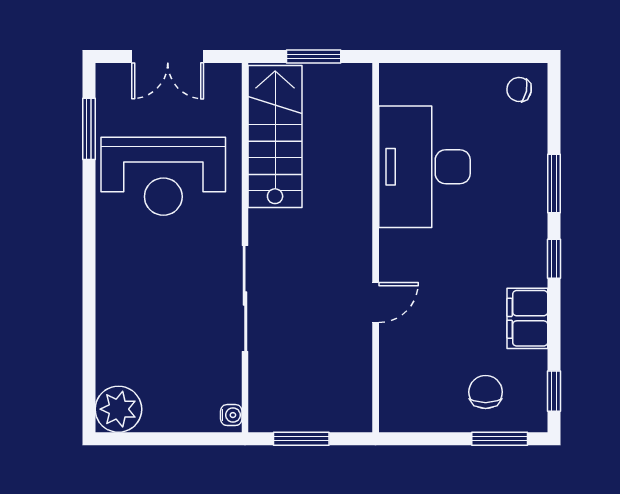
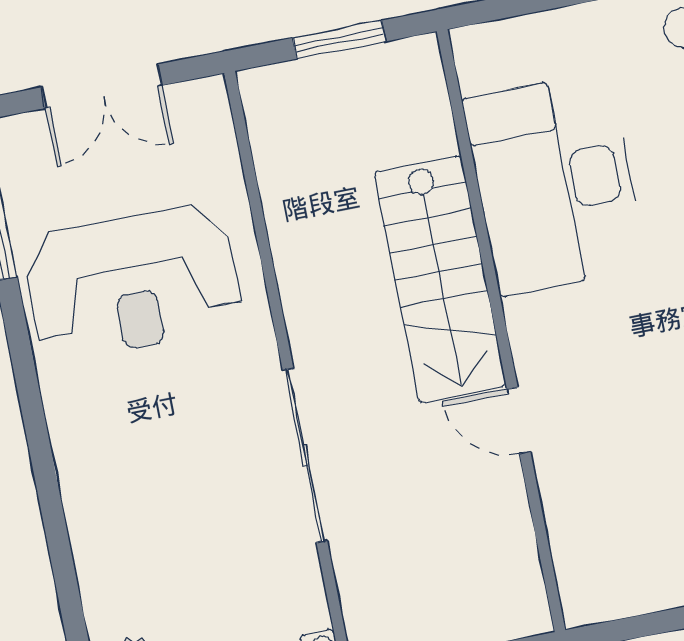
stairs: (275, 136) -> (440, 279), moved, turned 180
door: (376, 303) -> (519, 420), swing flipped

